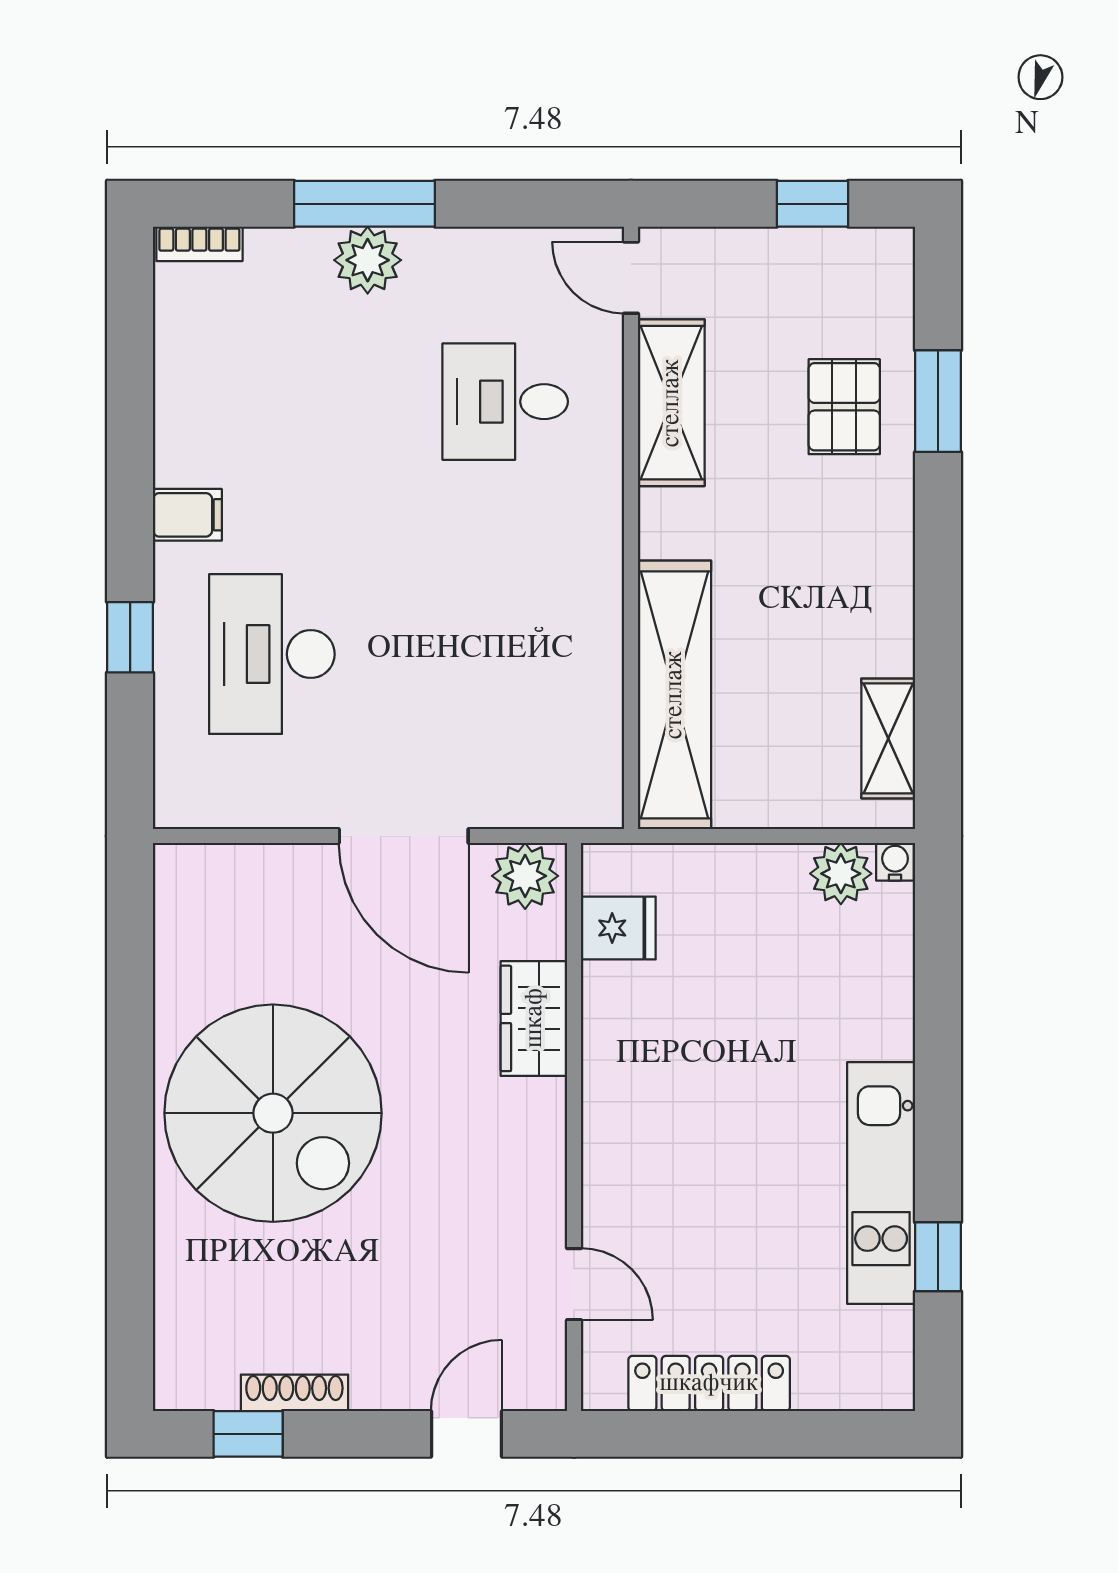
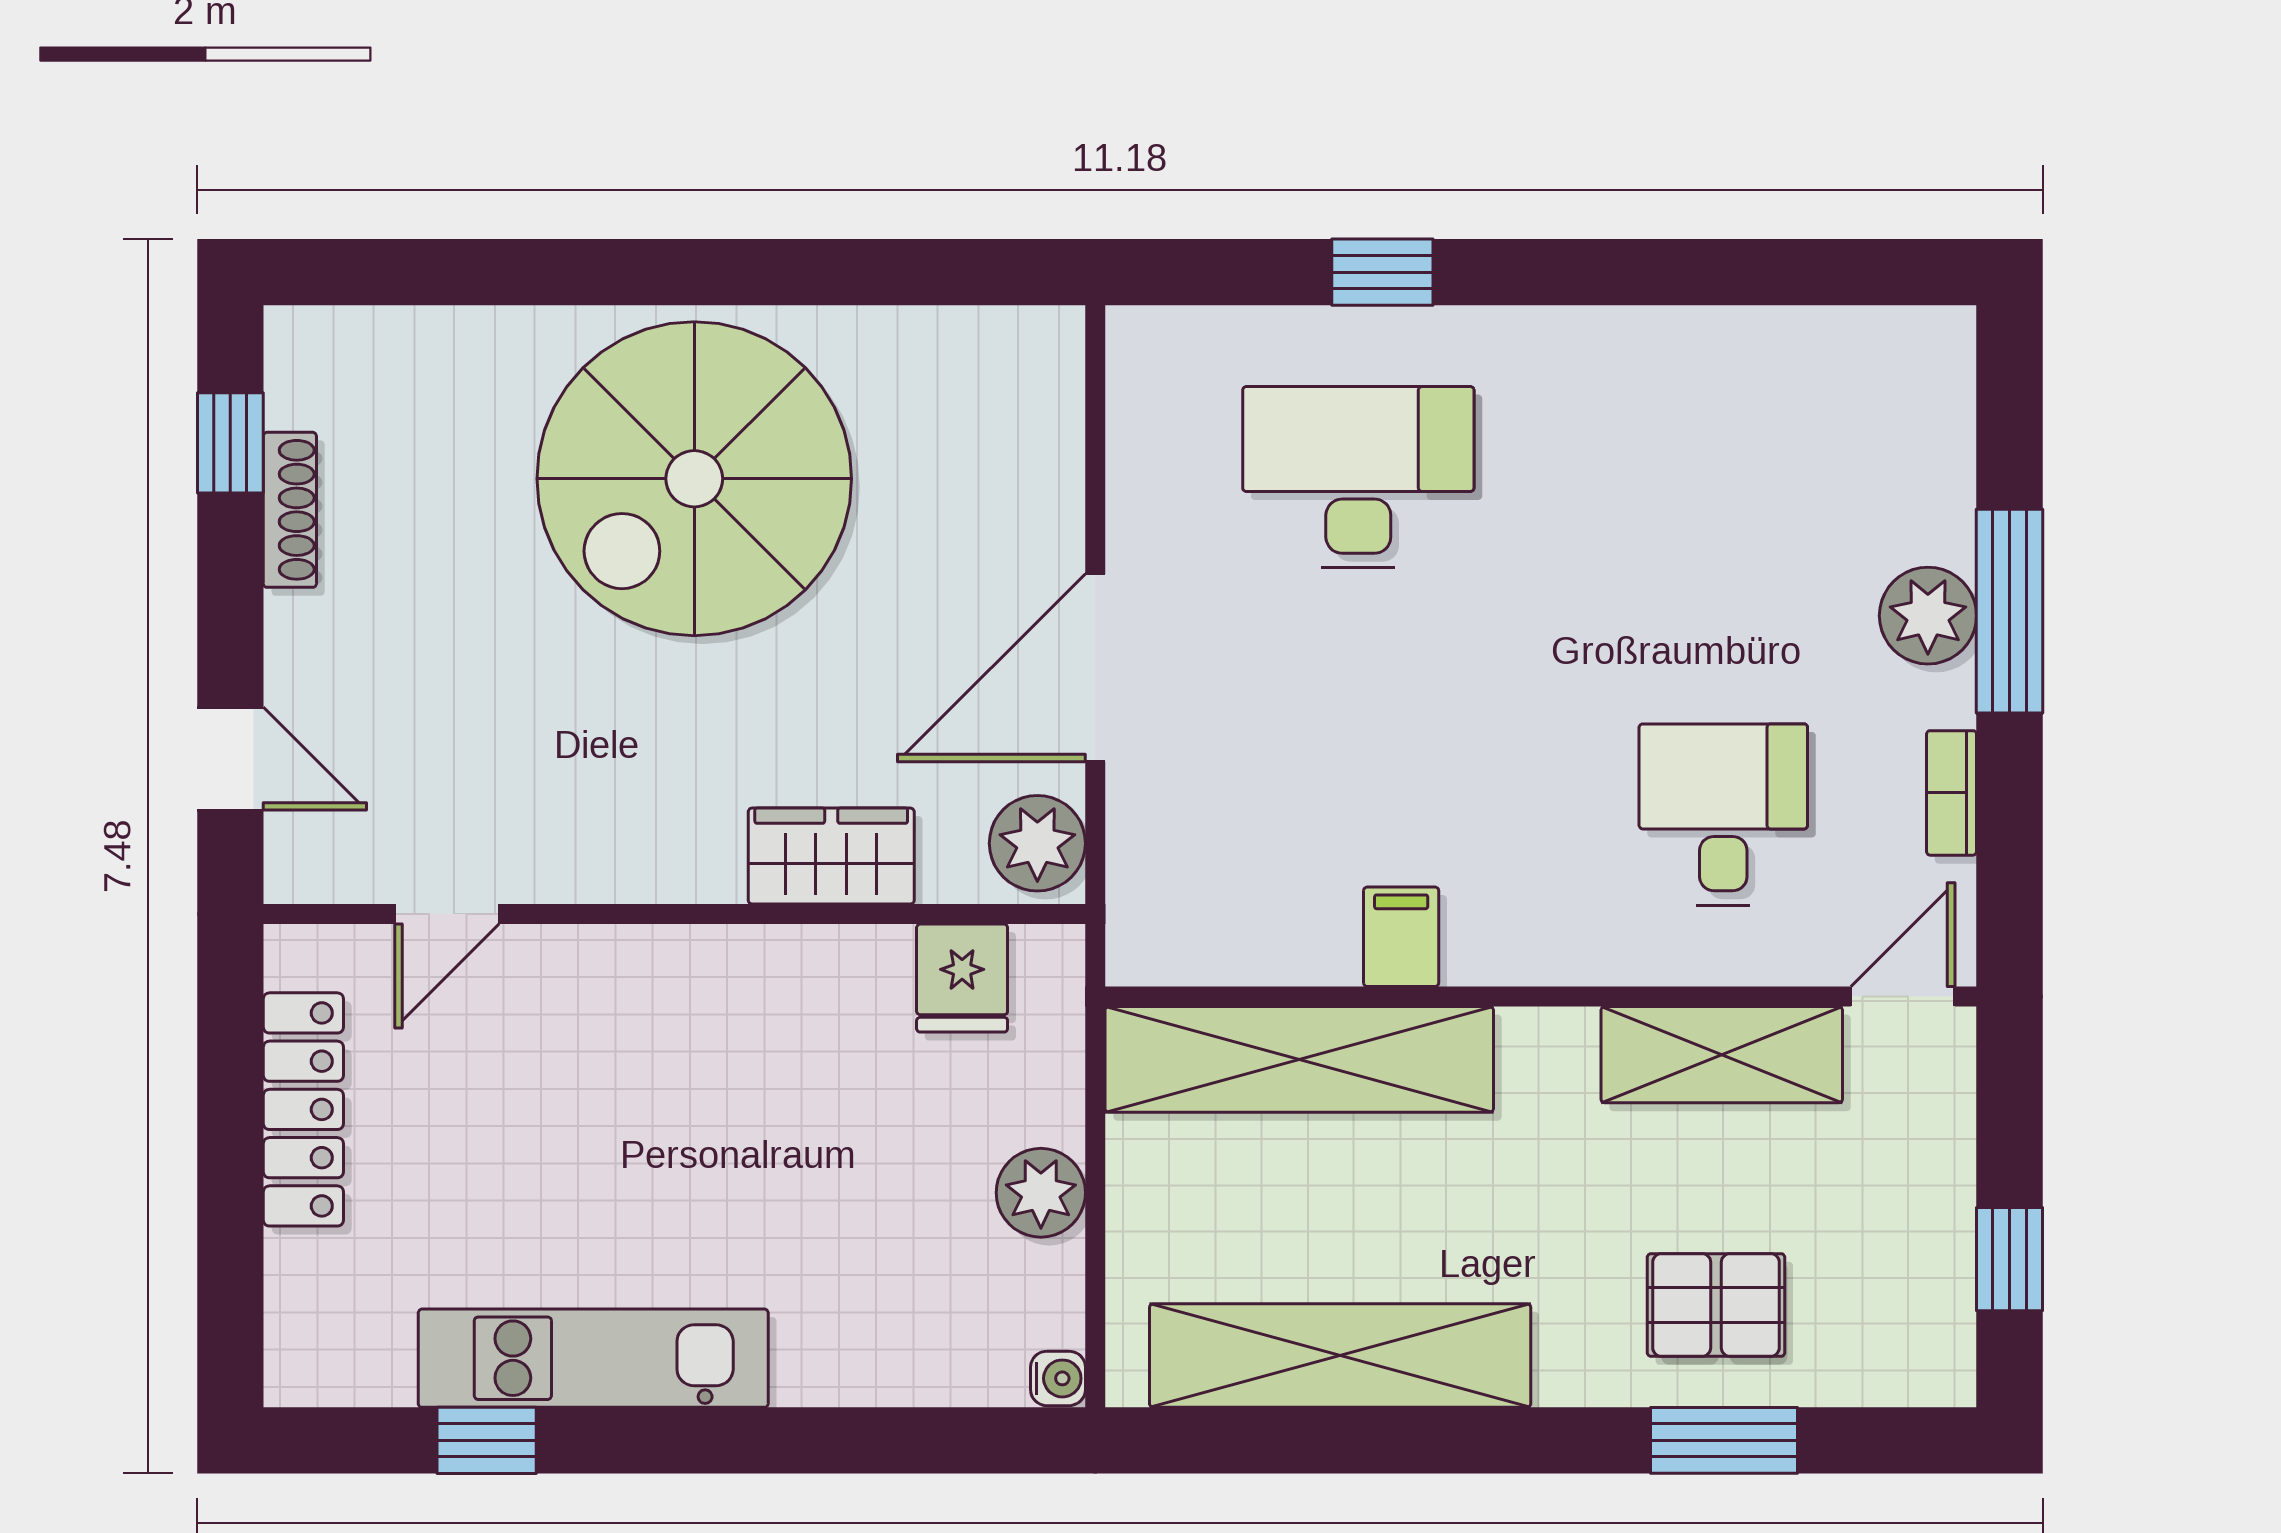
bookcase: (199, 244) -> (1952, 793), moved
filing cabinet: (187, 515) -> (1401, 937), moved, turned 180
shelving: (888, 738) -> (1340, 1356), width x2.20, depth x1.33
plant: (841, 874) -> (1041, 1193), moved

